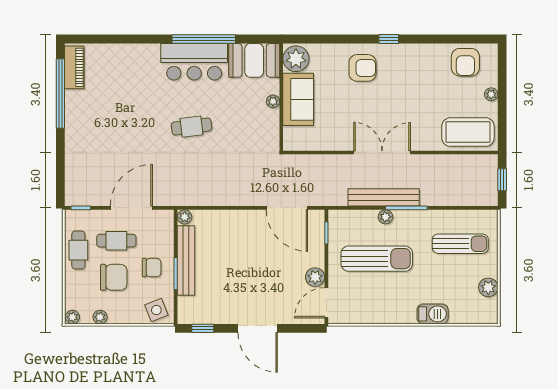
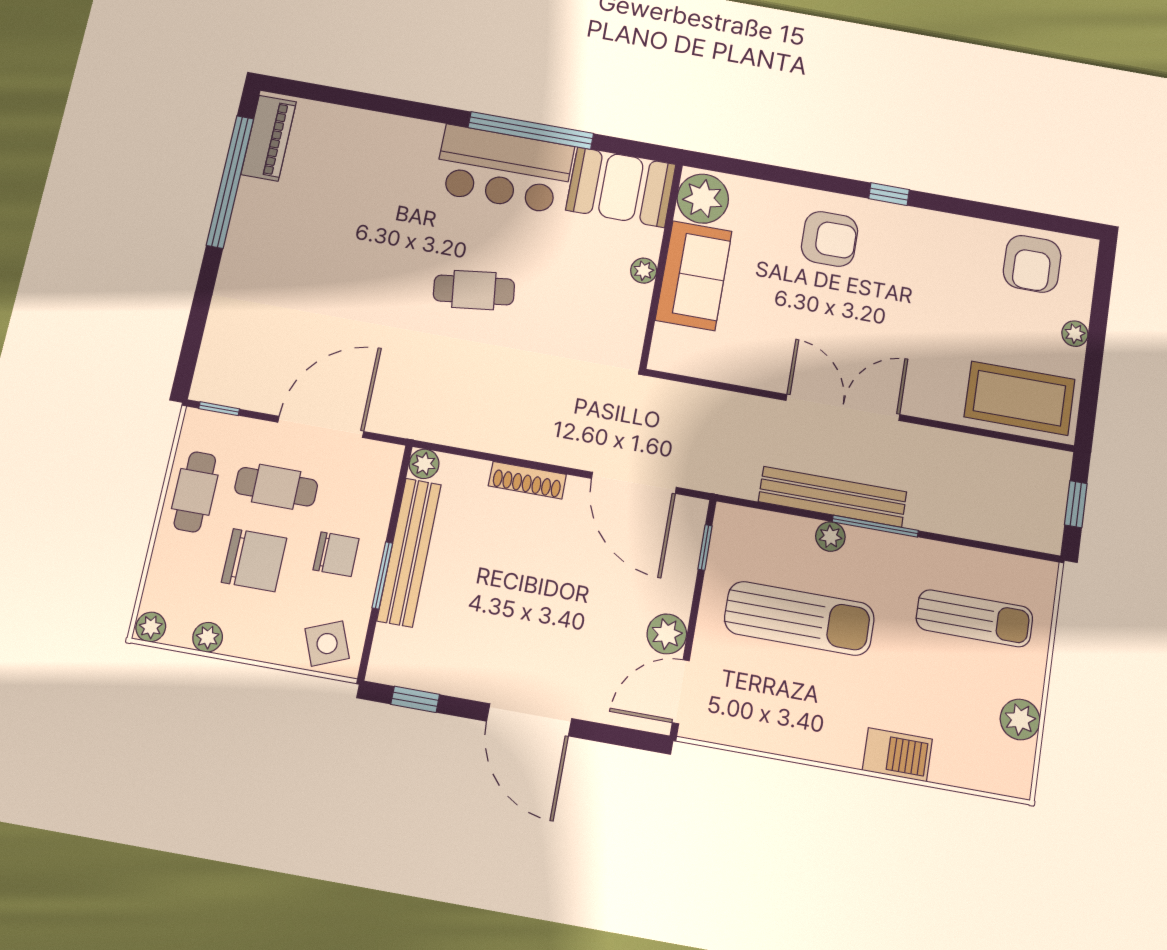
shoe rack: (235, 216) -> (527, 480), added

